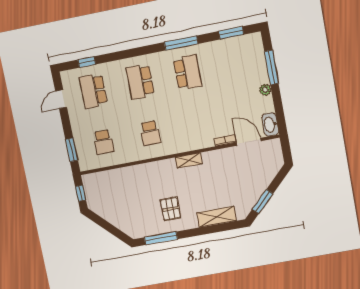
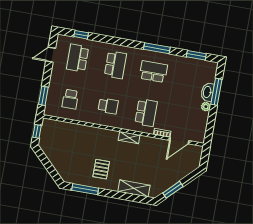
school desk: (188, 72) -> (153, 72), turned -90
school desk: (140, 82) -> (115, 65), turned 180
school desk: (197, 124) -> (146, 113), added
washbasin: (270, 124) -> (207, 92), moved
school desk: (150, 133) -> (108, 106), turned -90
door: (249, 142) -> (179, 141), swing flipped

